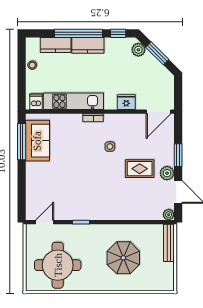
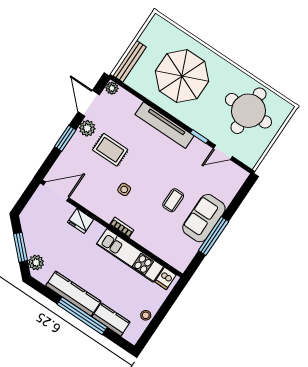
window: (118, 33) -> (45, 291), removed
kitchen counter: (88, 45) -> (73, 294), width x1.50
sofa: (37, 141) -> (204, 218), moved
window: (22, 142) -> (214, 236), moved
coffee table: (69, 163) -> (173, 200), added
tv unit: (112, 213) -> (164, 125), added
door: (45, 222) -> (223, 152), moved
parasol: (123, 258) -> (182, 76), width x1.36, depth x1.36

